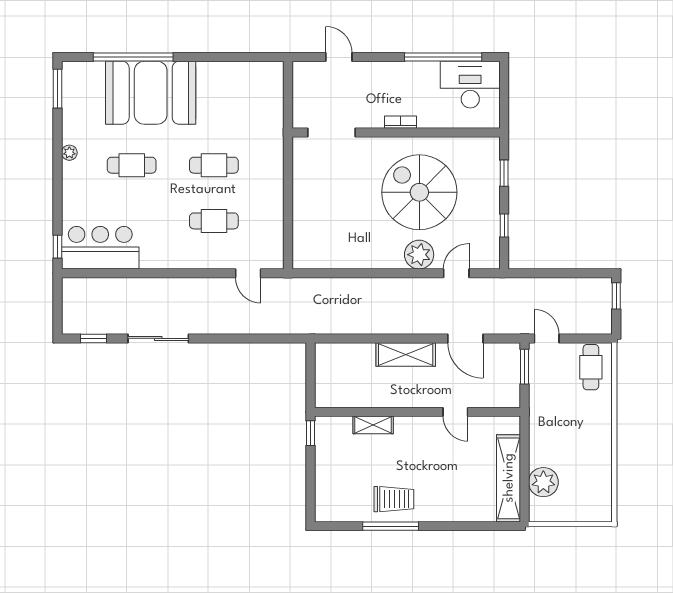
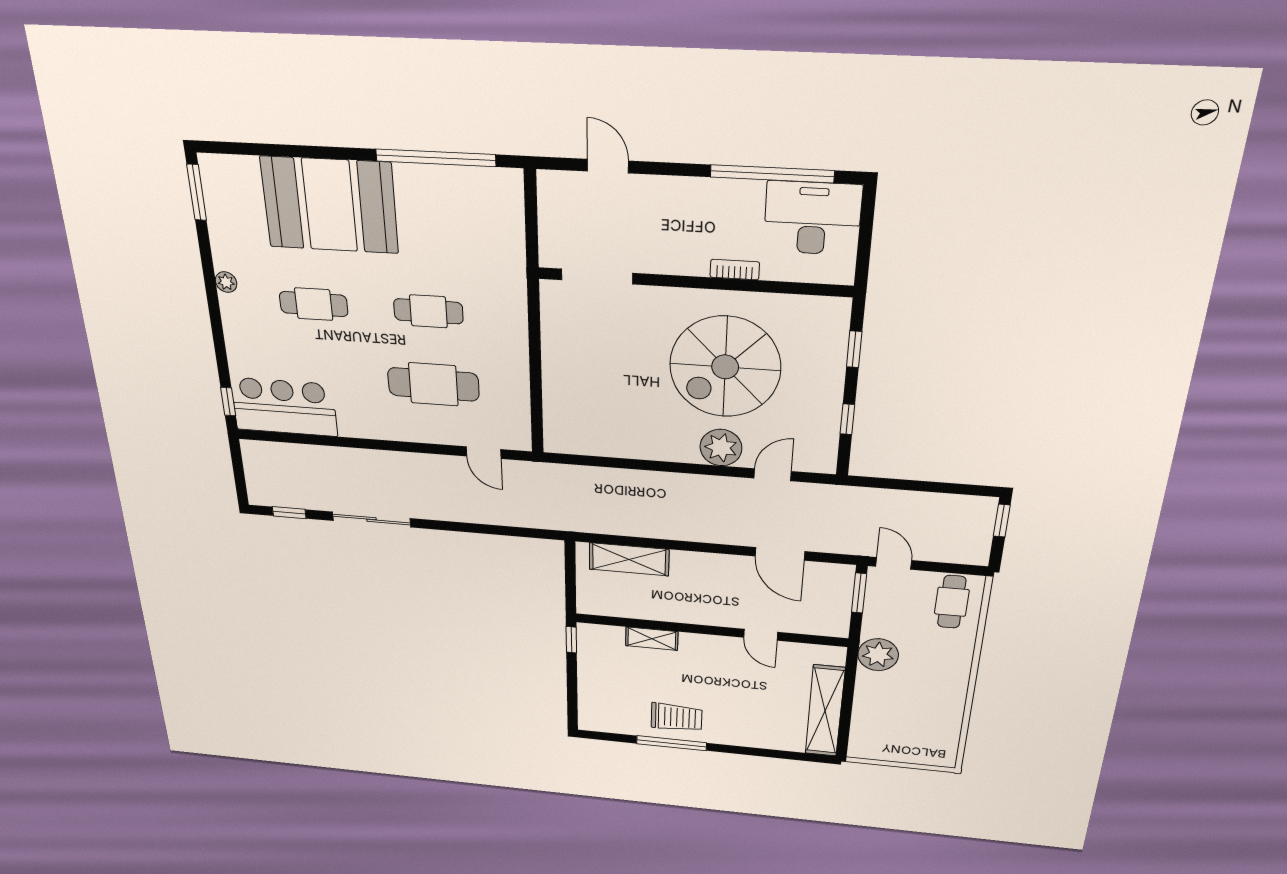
window: (133, 57) -> (436, 158), moved
bookcase: (401, 122) -> (735, 270), moved
spiral stairs: (419, 192) -> (725, 367), turned -90
cafe table: (214, 221) -> (433, 384), width x1.37, depth x1.35
shelving: (406, 354) -> (629, 559), moved
plant: (543, 482) -> (878, 655), moved

